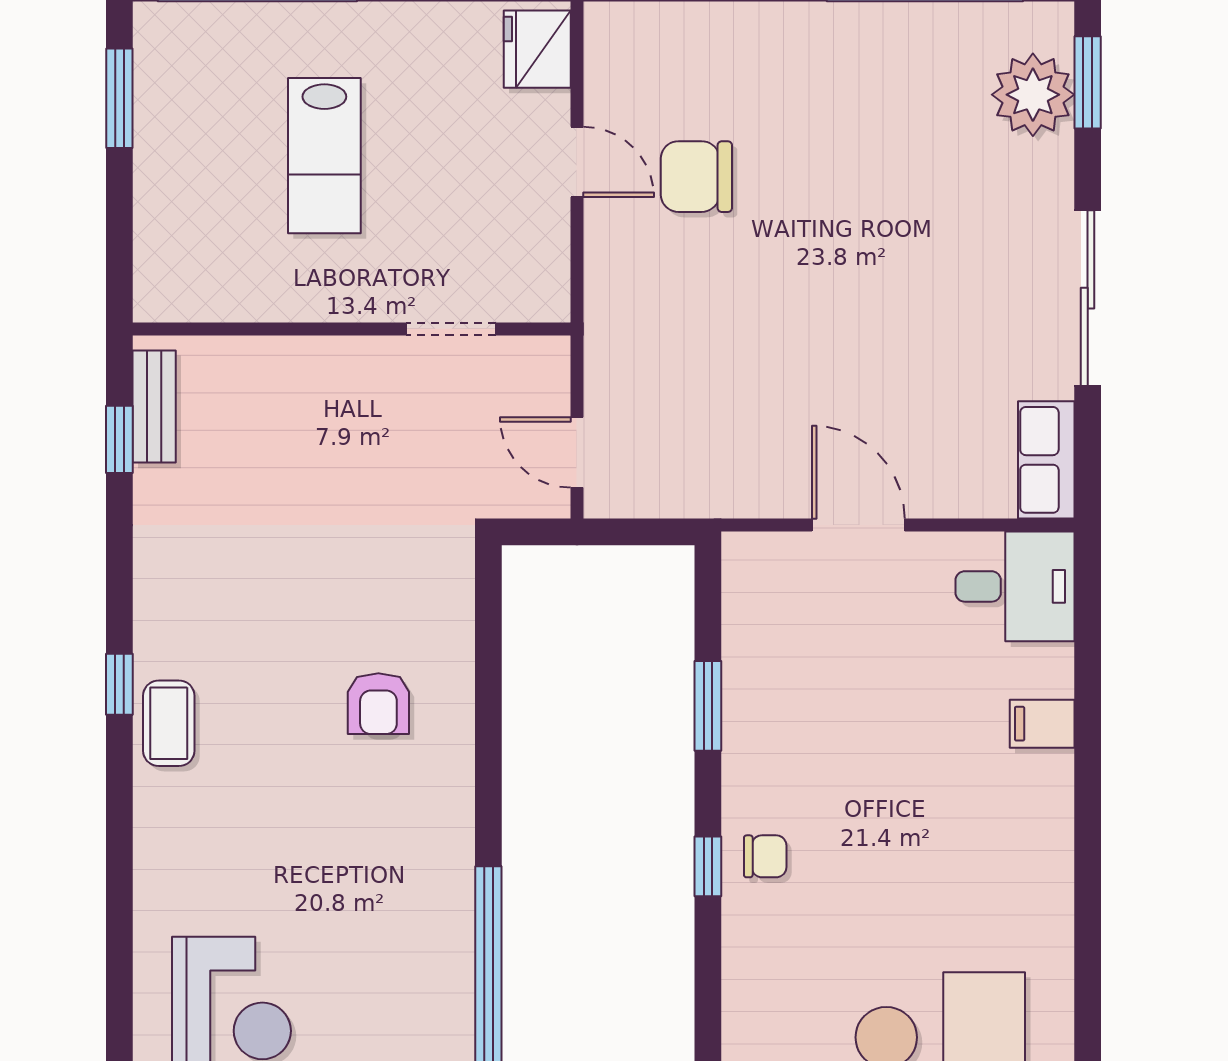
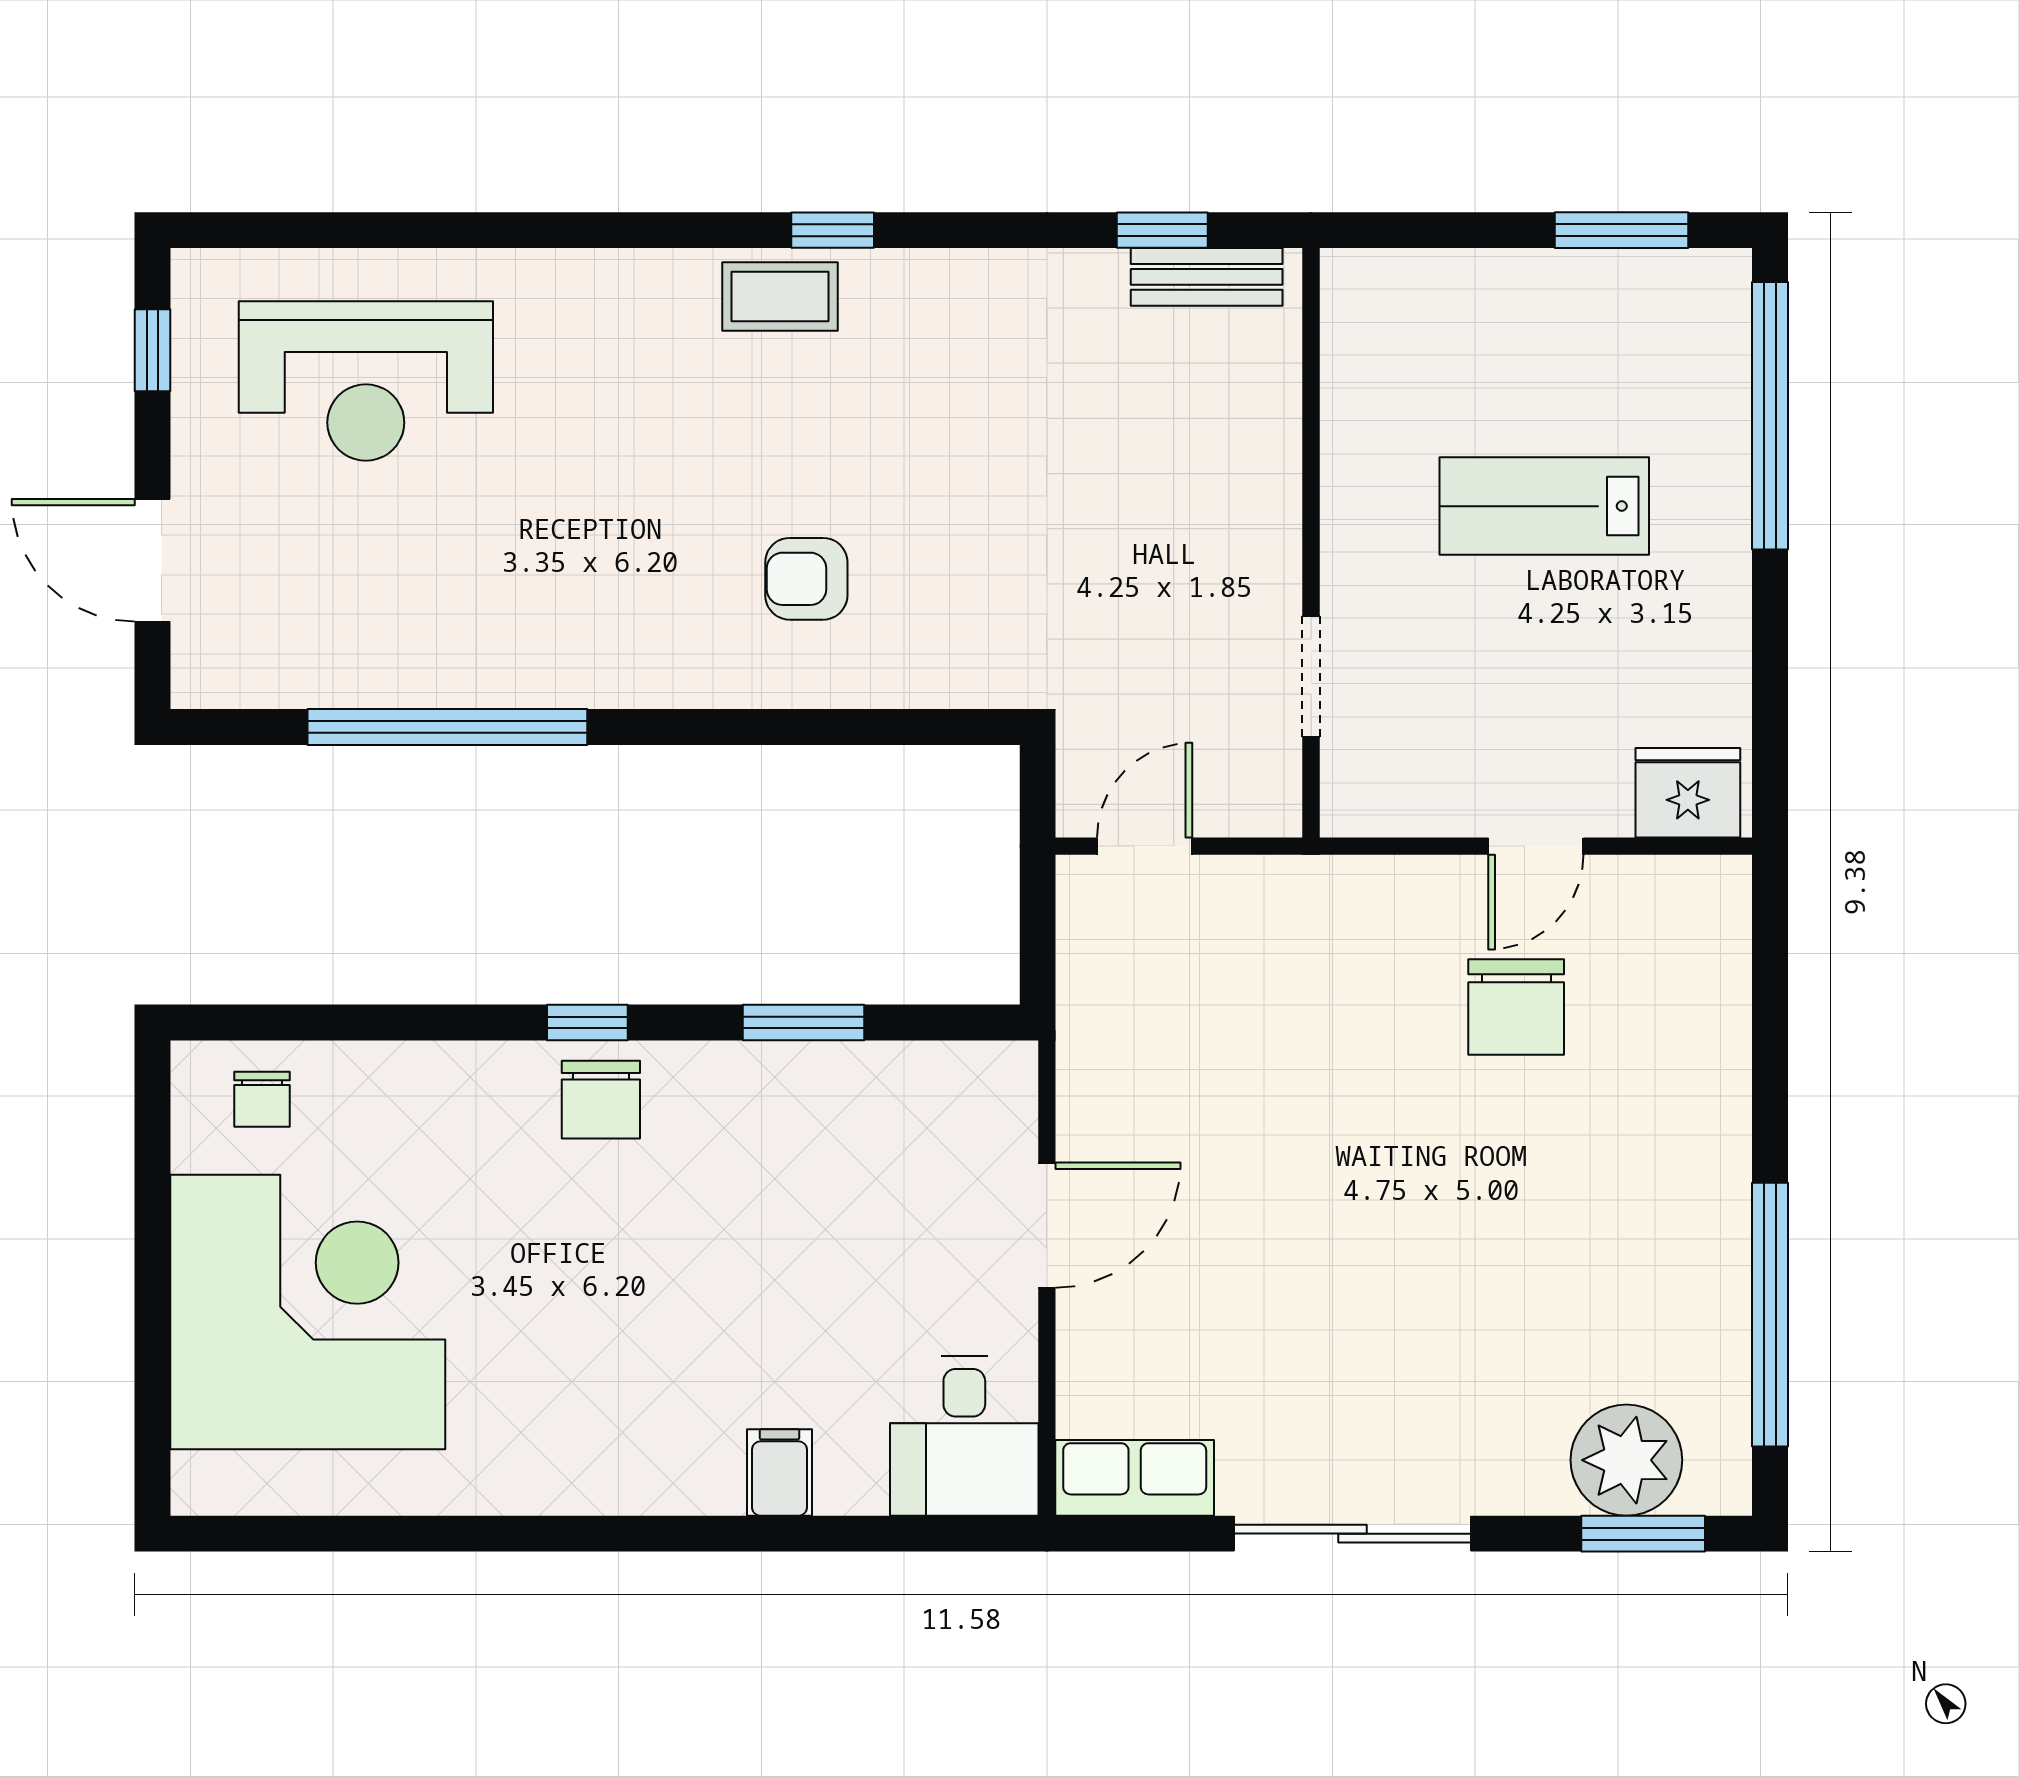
chair: (696, 177) -> (1516, 1007), turned 180
chair: (765, 856) -> (601, 1100), width x1.37, depth x1.37

